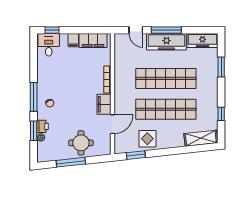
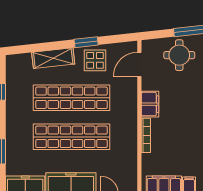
door: (112, 124) -> (139, 64), moved
shelving: (201, 138) -> (53, 58), moved
window: (136, 155) -> (86, 42), moved

